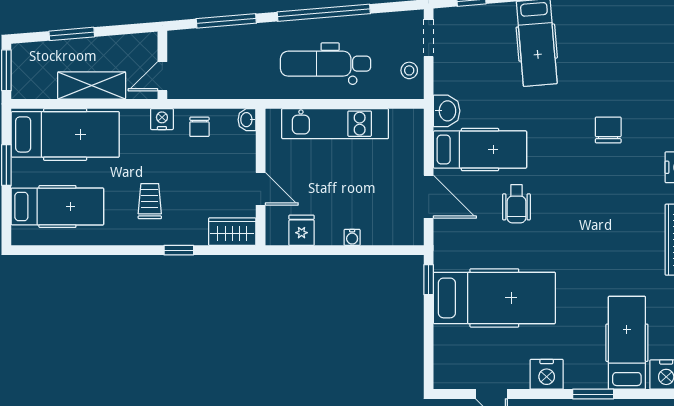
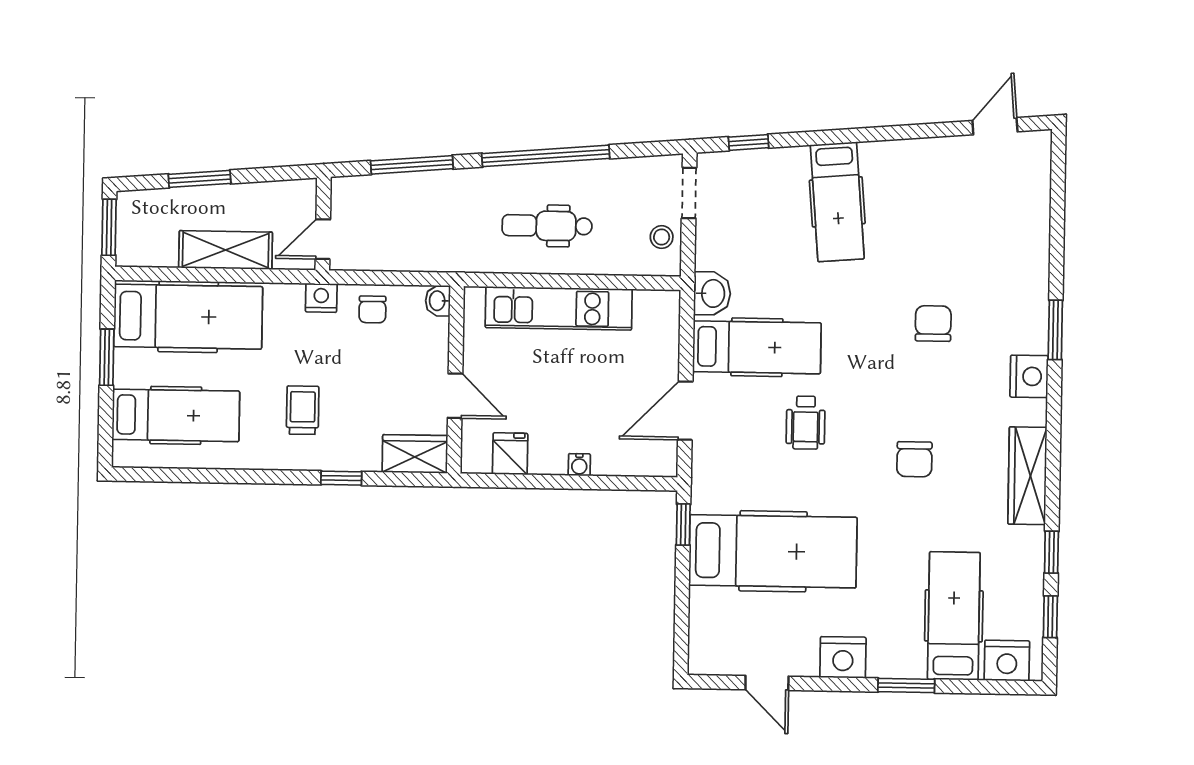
dental chair: (326, 64) -> (547, 226), width x0.73, depth x0.72
door: (429, 197) -> (685, 411), swing flipped
chair: (596, 229) -> (914, 459), added

